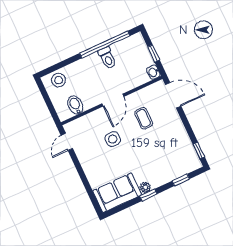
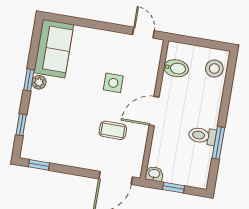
window: (105, 44) -> (218, 143), width x0.47
door: (113, 100) -> (154, 111), hinge flipped

